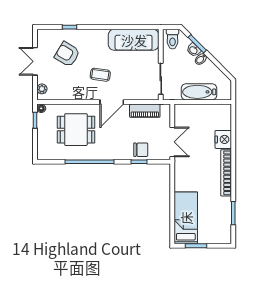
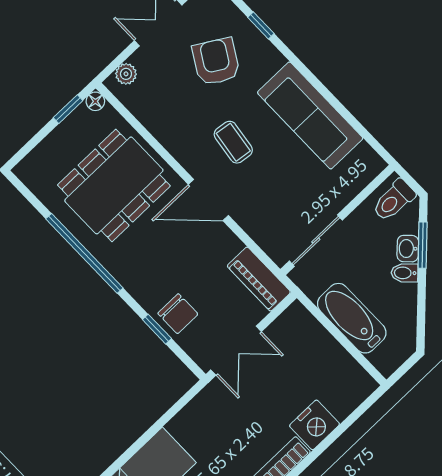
sofa: (134, 40) -> (310, 115), moved
piano: (145, 111) -> (259, 279), moved
dining table: (76, 130) -> (114, 185), width x1.38

